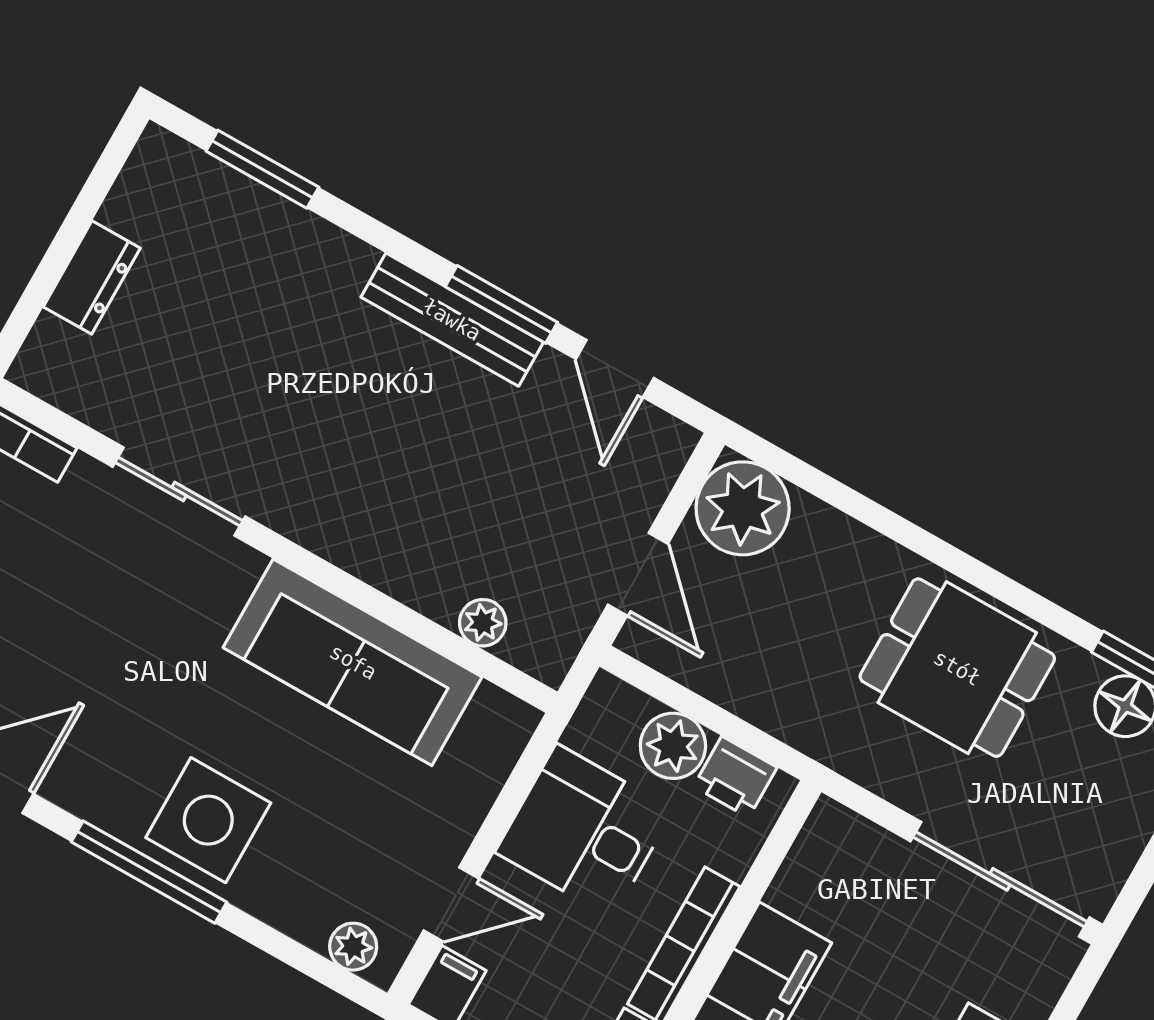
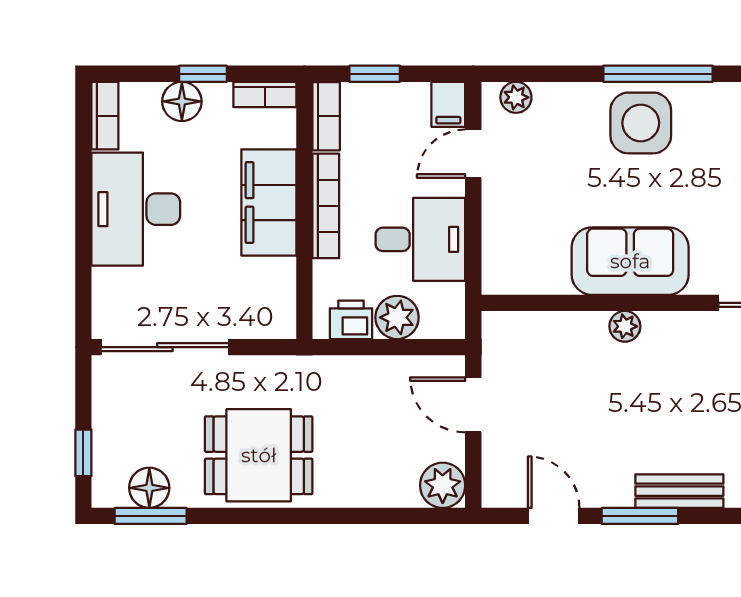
bench: (452, 320) -> (679, 491), width x0.73
plant: (743, 508) -> (443, 485), width x0.73, depth x0.73
plant: (483, 623) -> (625, 326), moved
sofa: (353, 662) -> (630, 261), width x0.73

